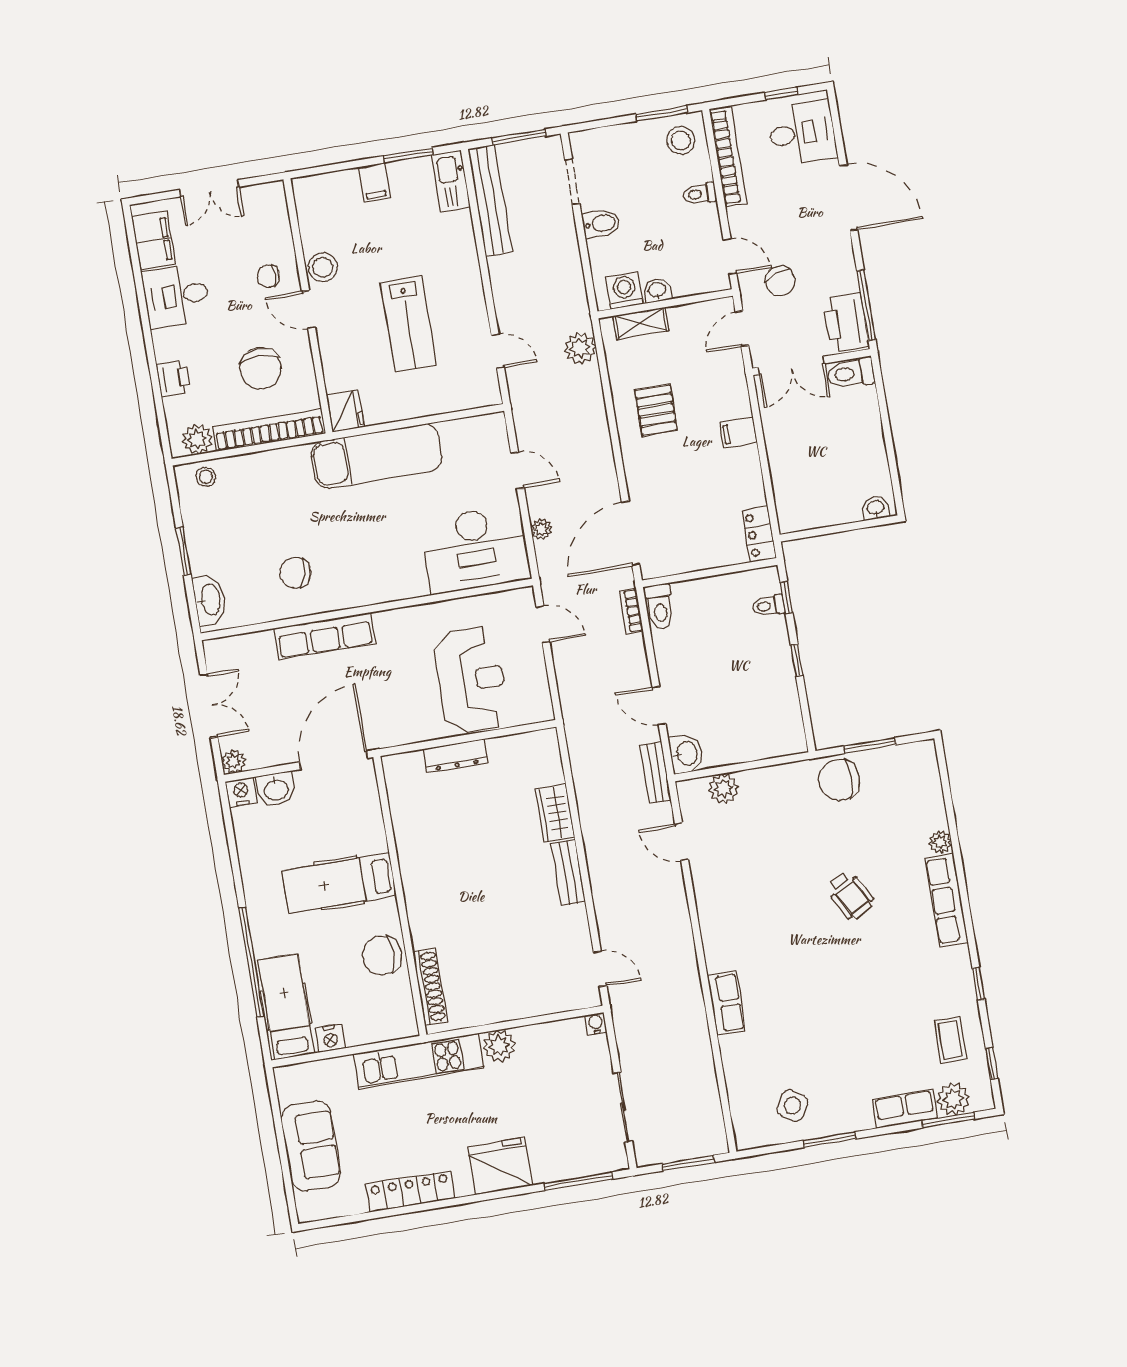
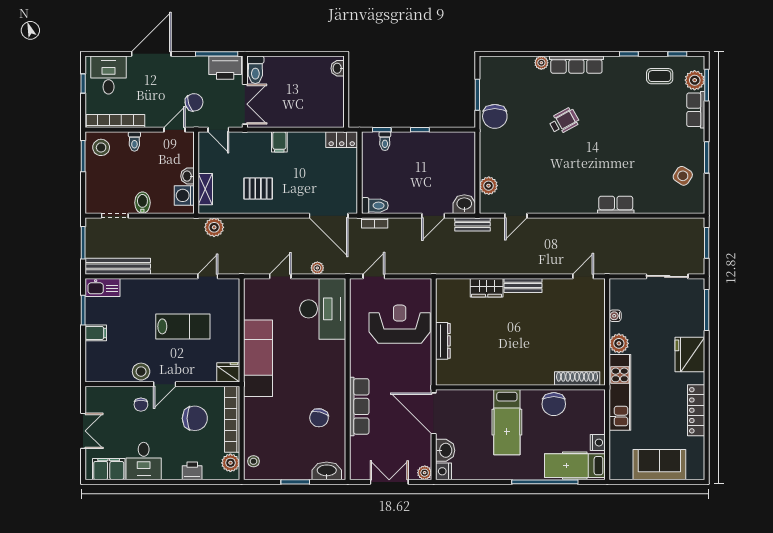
water cooler: (596, 1024) -> (615, 316), moved

